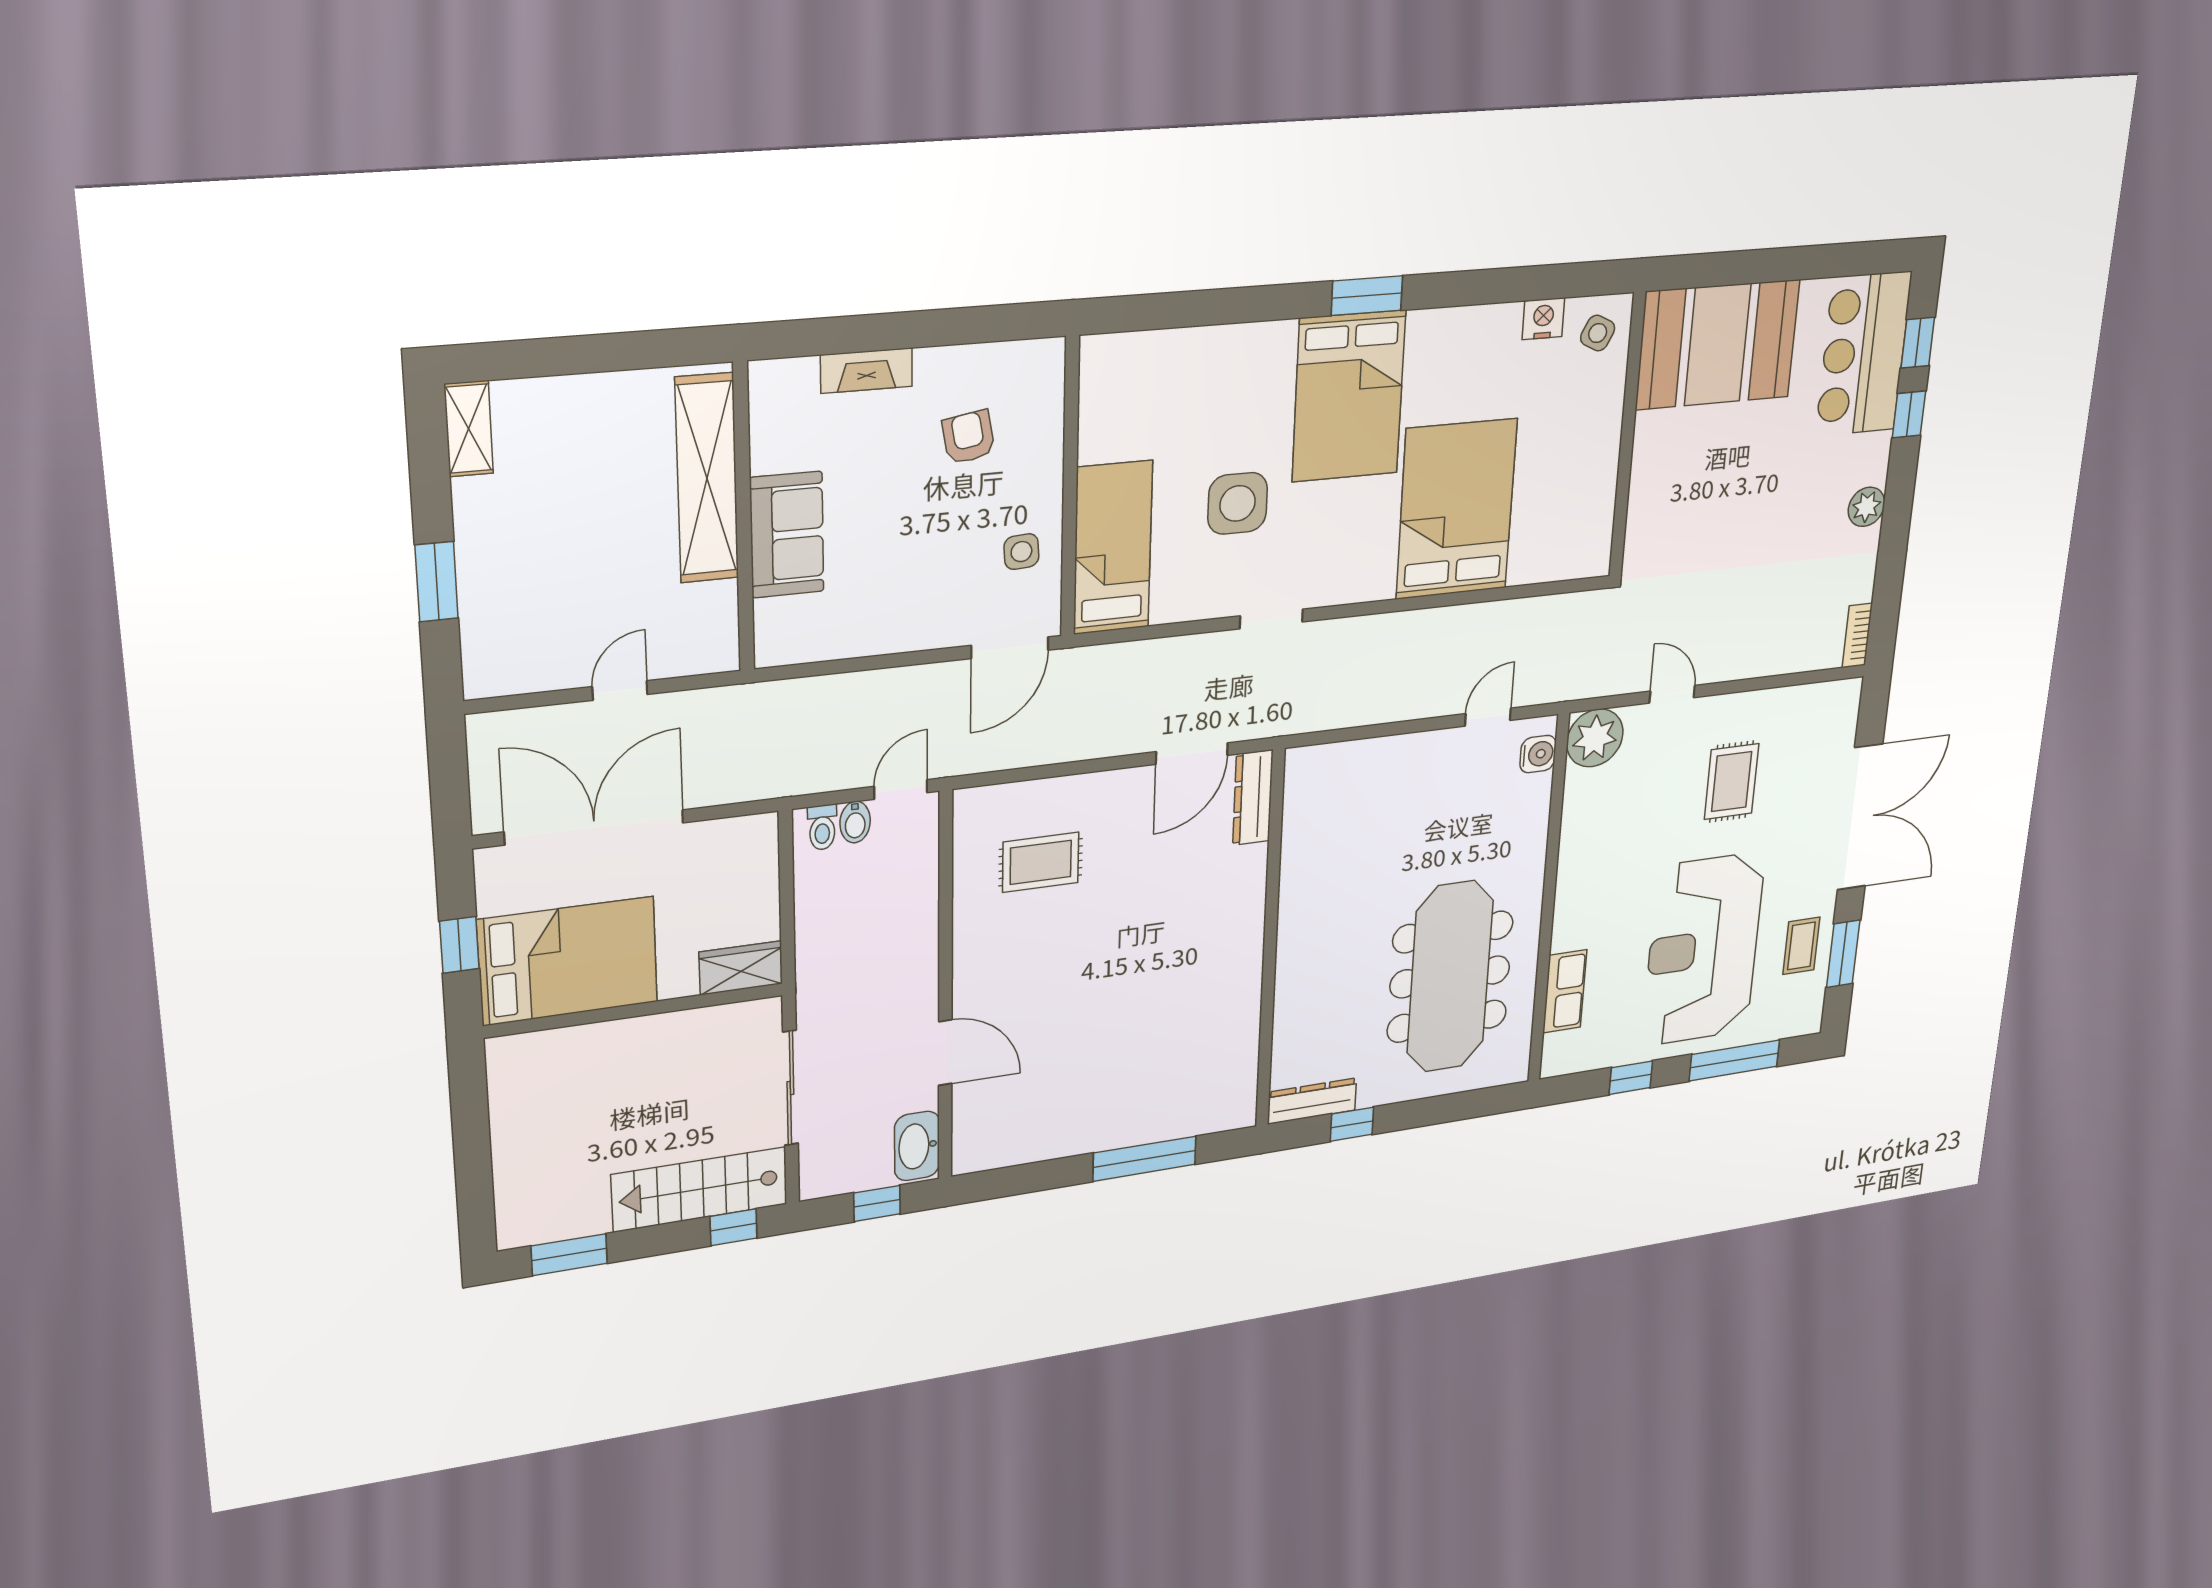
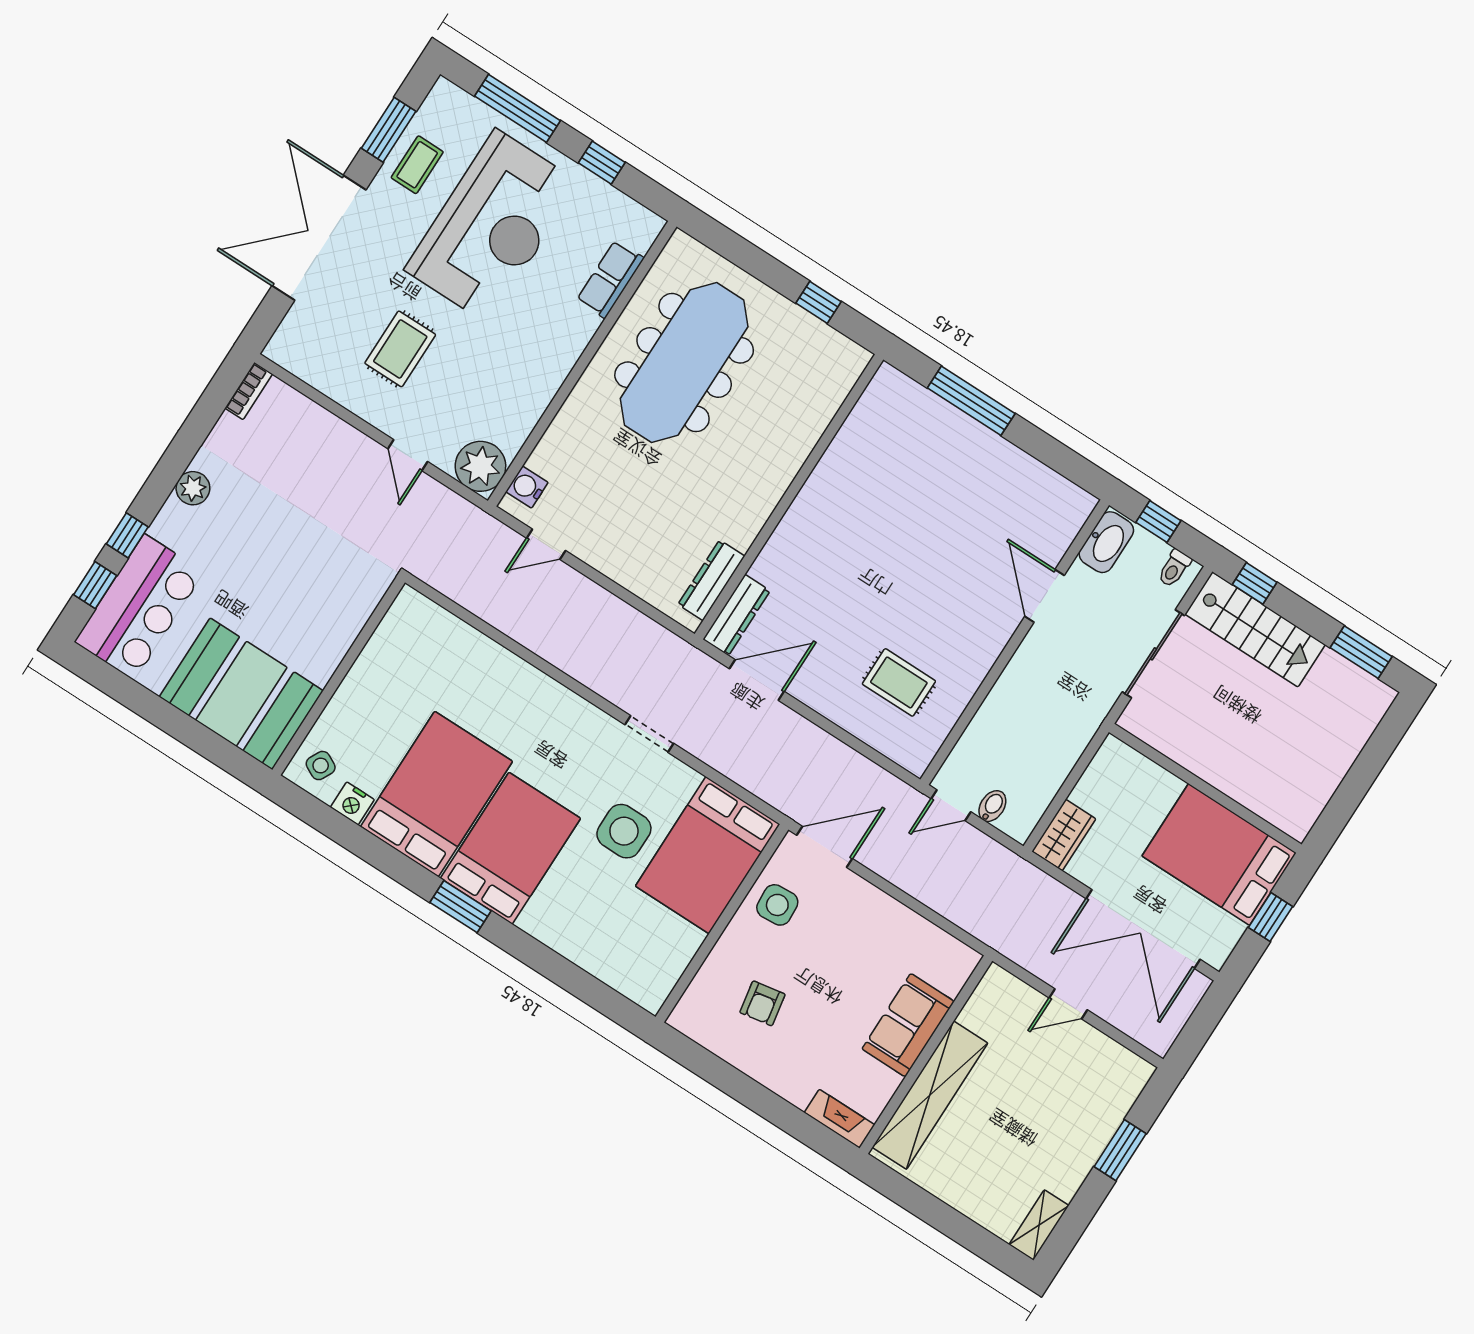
fireplace: (867, 371) -> (839, 1119), moved
bed: (1456, 509) -> (436, 794), moved, turned 180
bed: (1113, 548) -> (708, 855), width x1.50
side table: (1021, 552) -> (777, 905), width x1.37, depth x1.37
toilet: (822, 827) -> (1174, 568), moved, turned 180
wardrobe: (741, 968) -> (1064, 835), moved, turned -90
dresser: (1312, 1101) -> (711, 580), moved, turned 90

